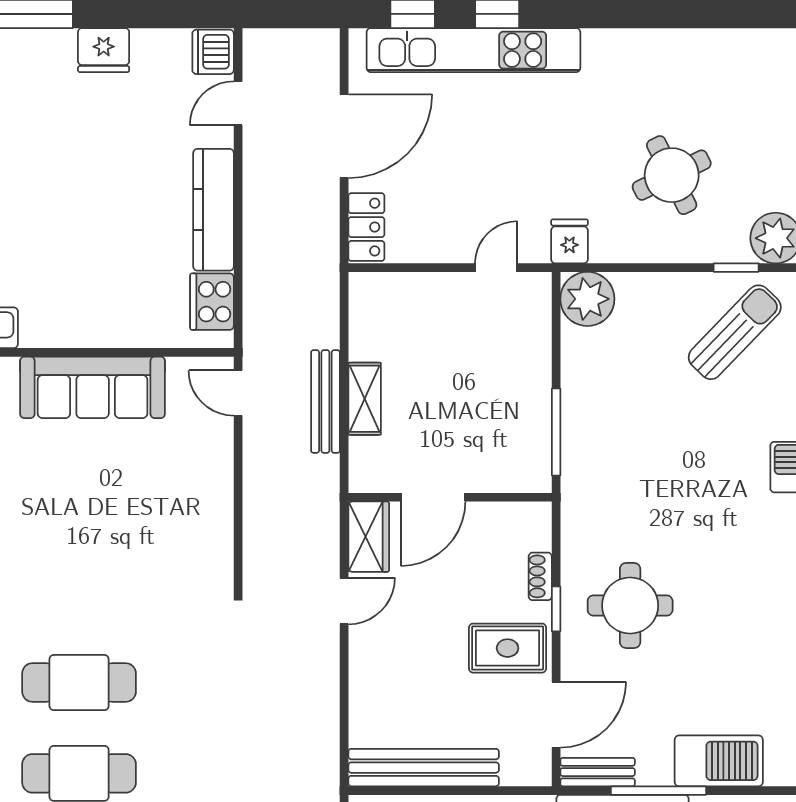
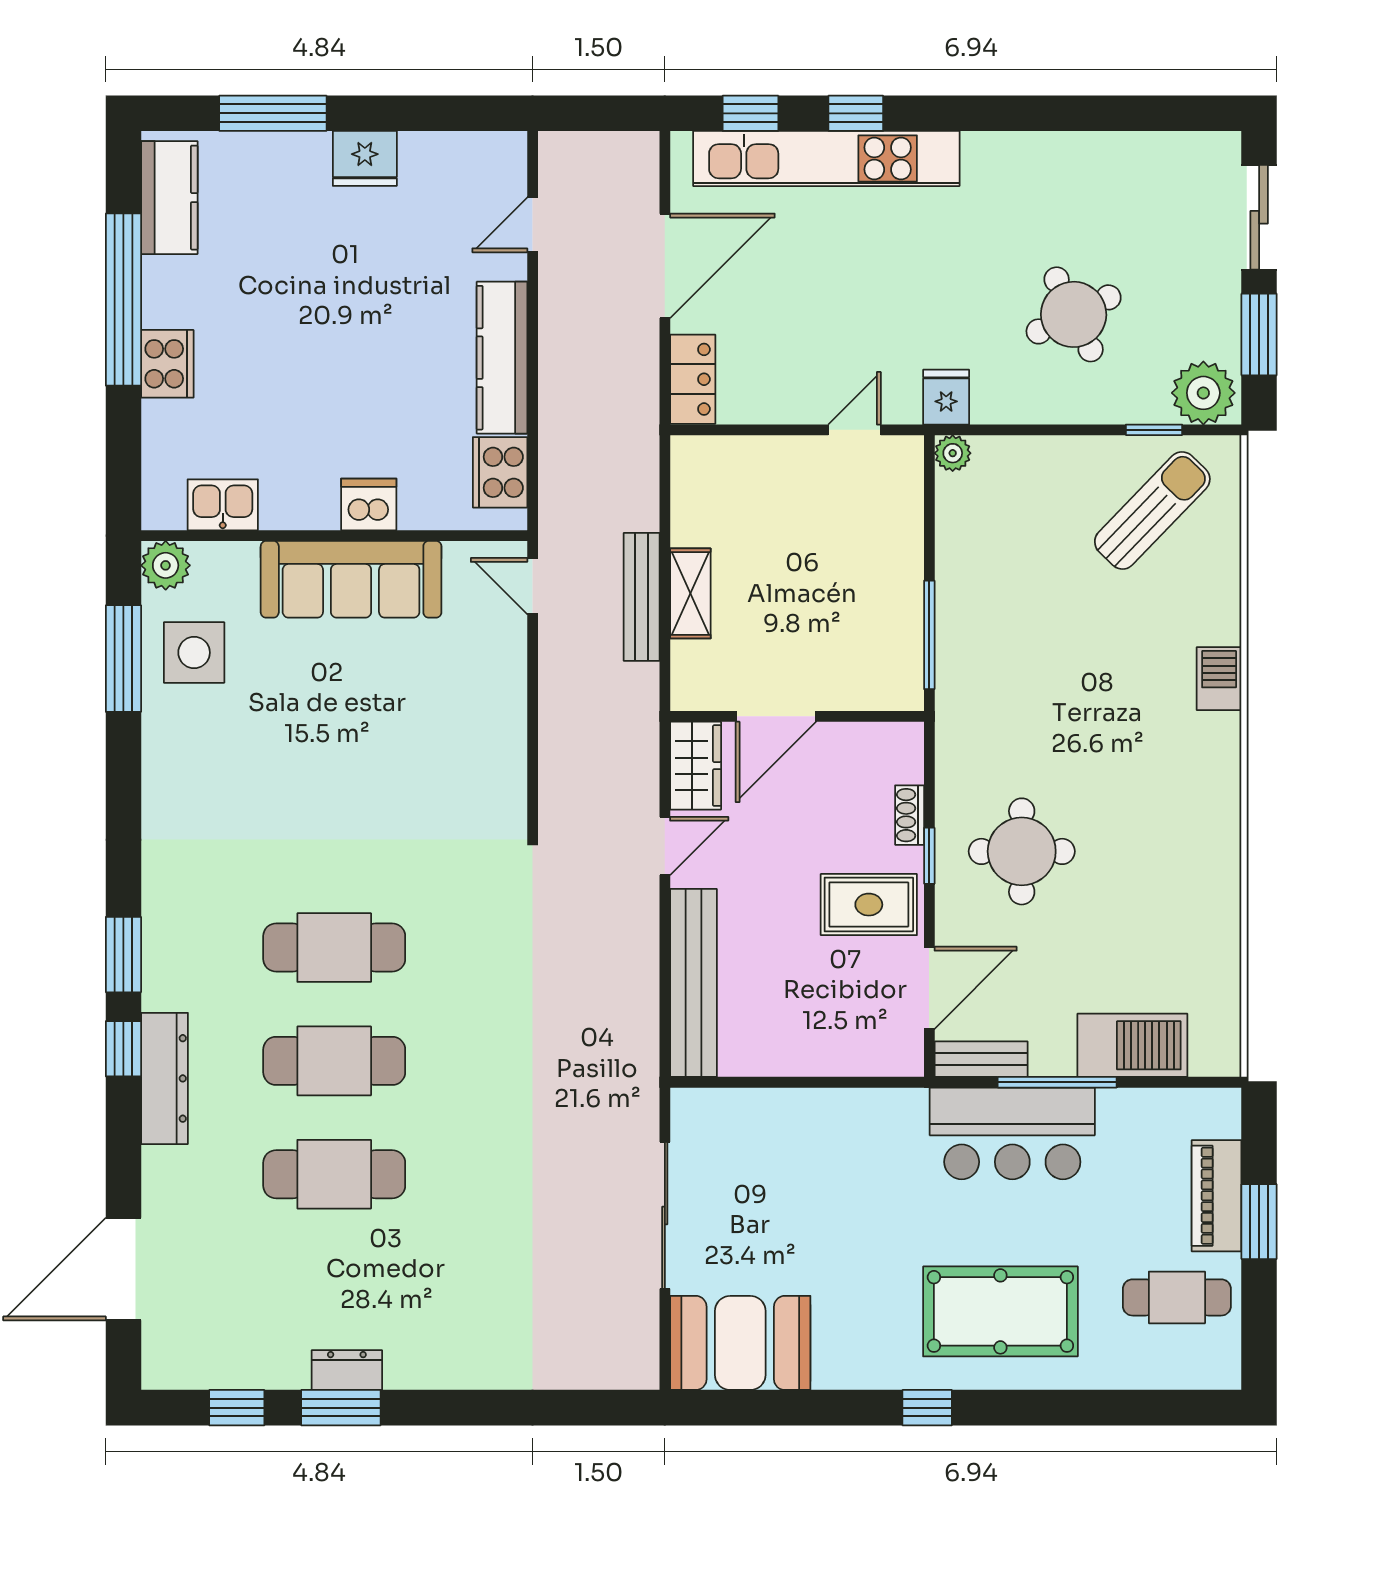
dishwasher: (213, 52) -> (369, 504), moved, turned 90
plant: (587, 299) -> (953, 453), width x0.53, depth x0.53
bench: (424, 768) -> (693, 983), moved, turned 90

